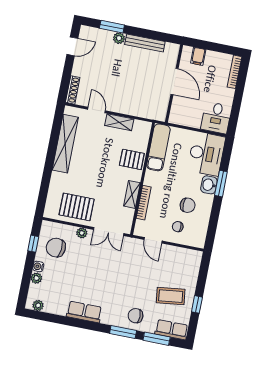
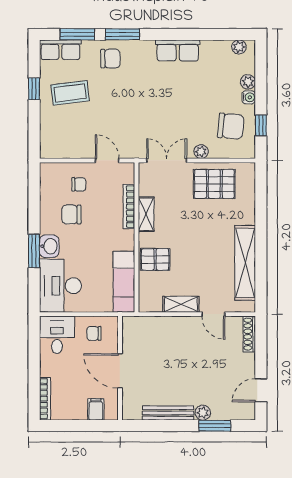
chair: (188, 113) -> (94, 333), added

